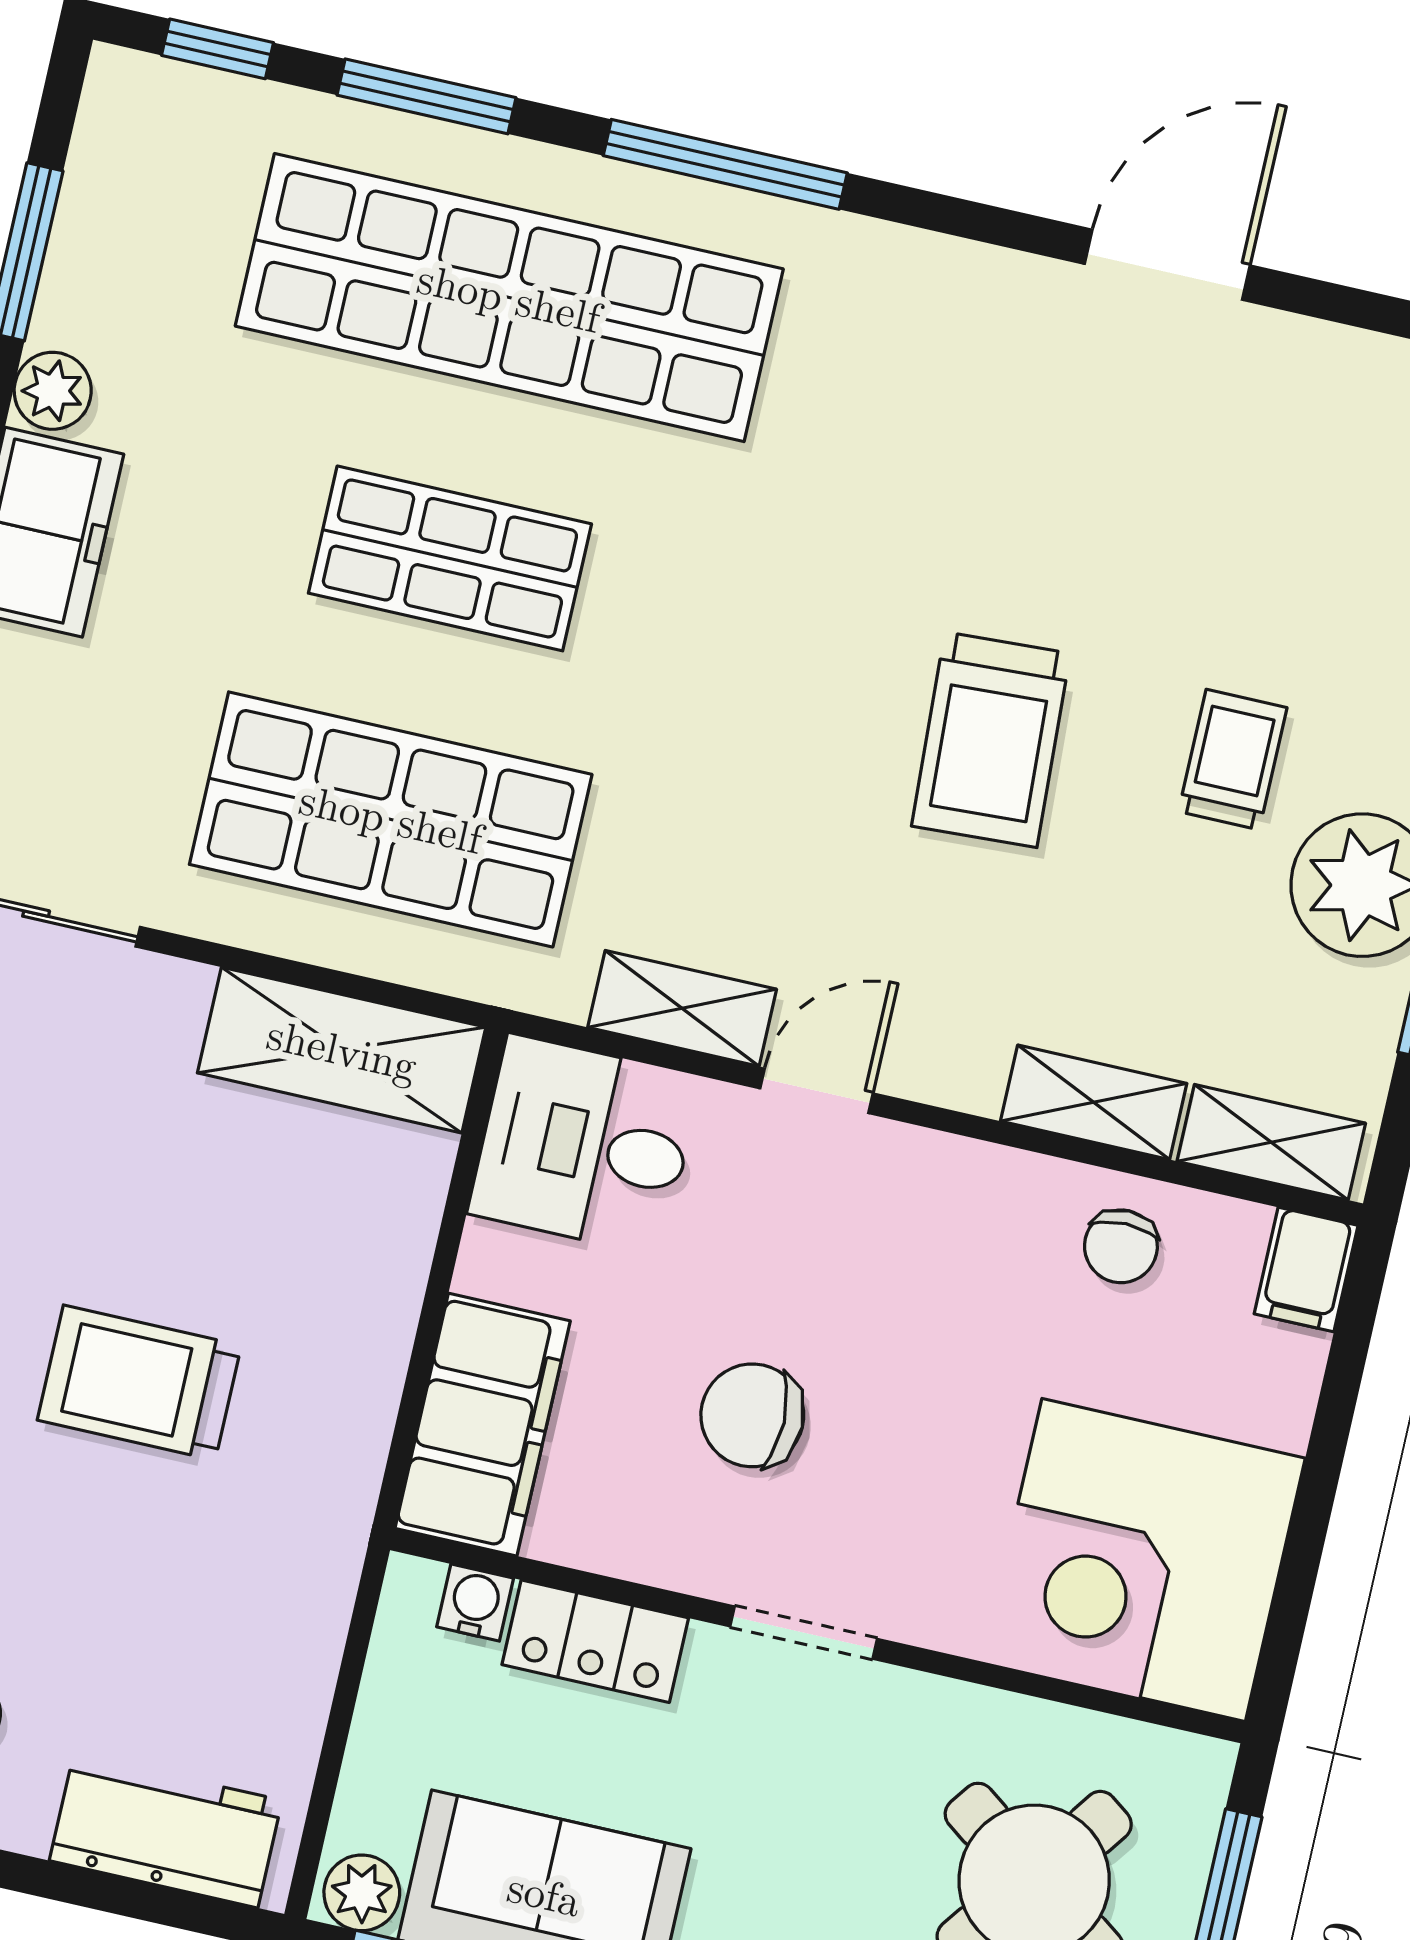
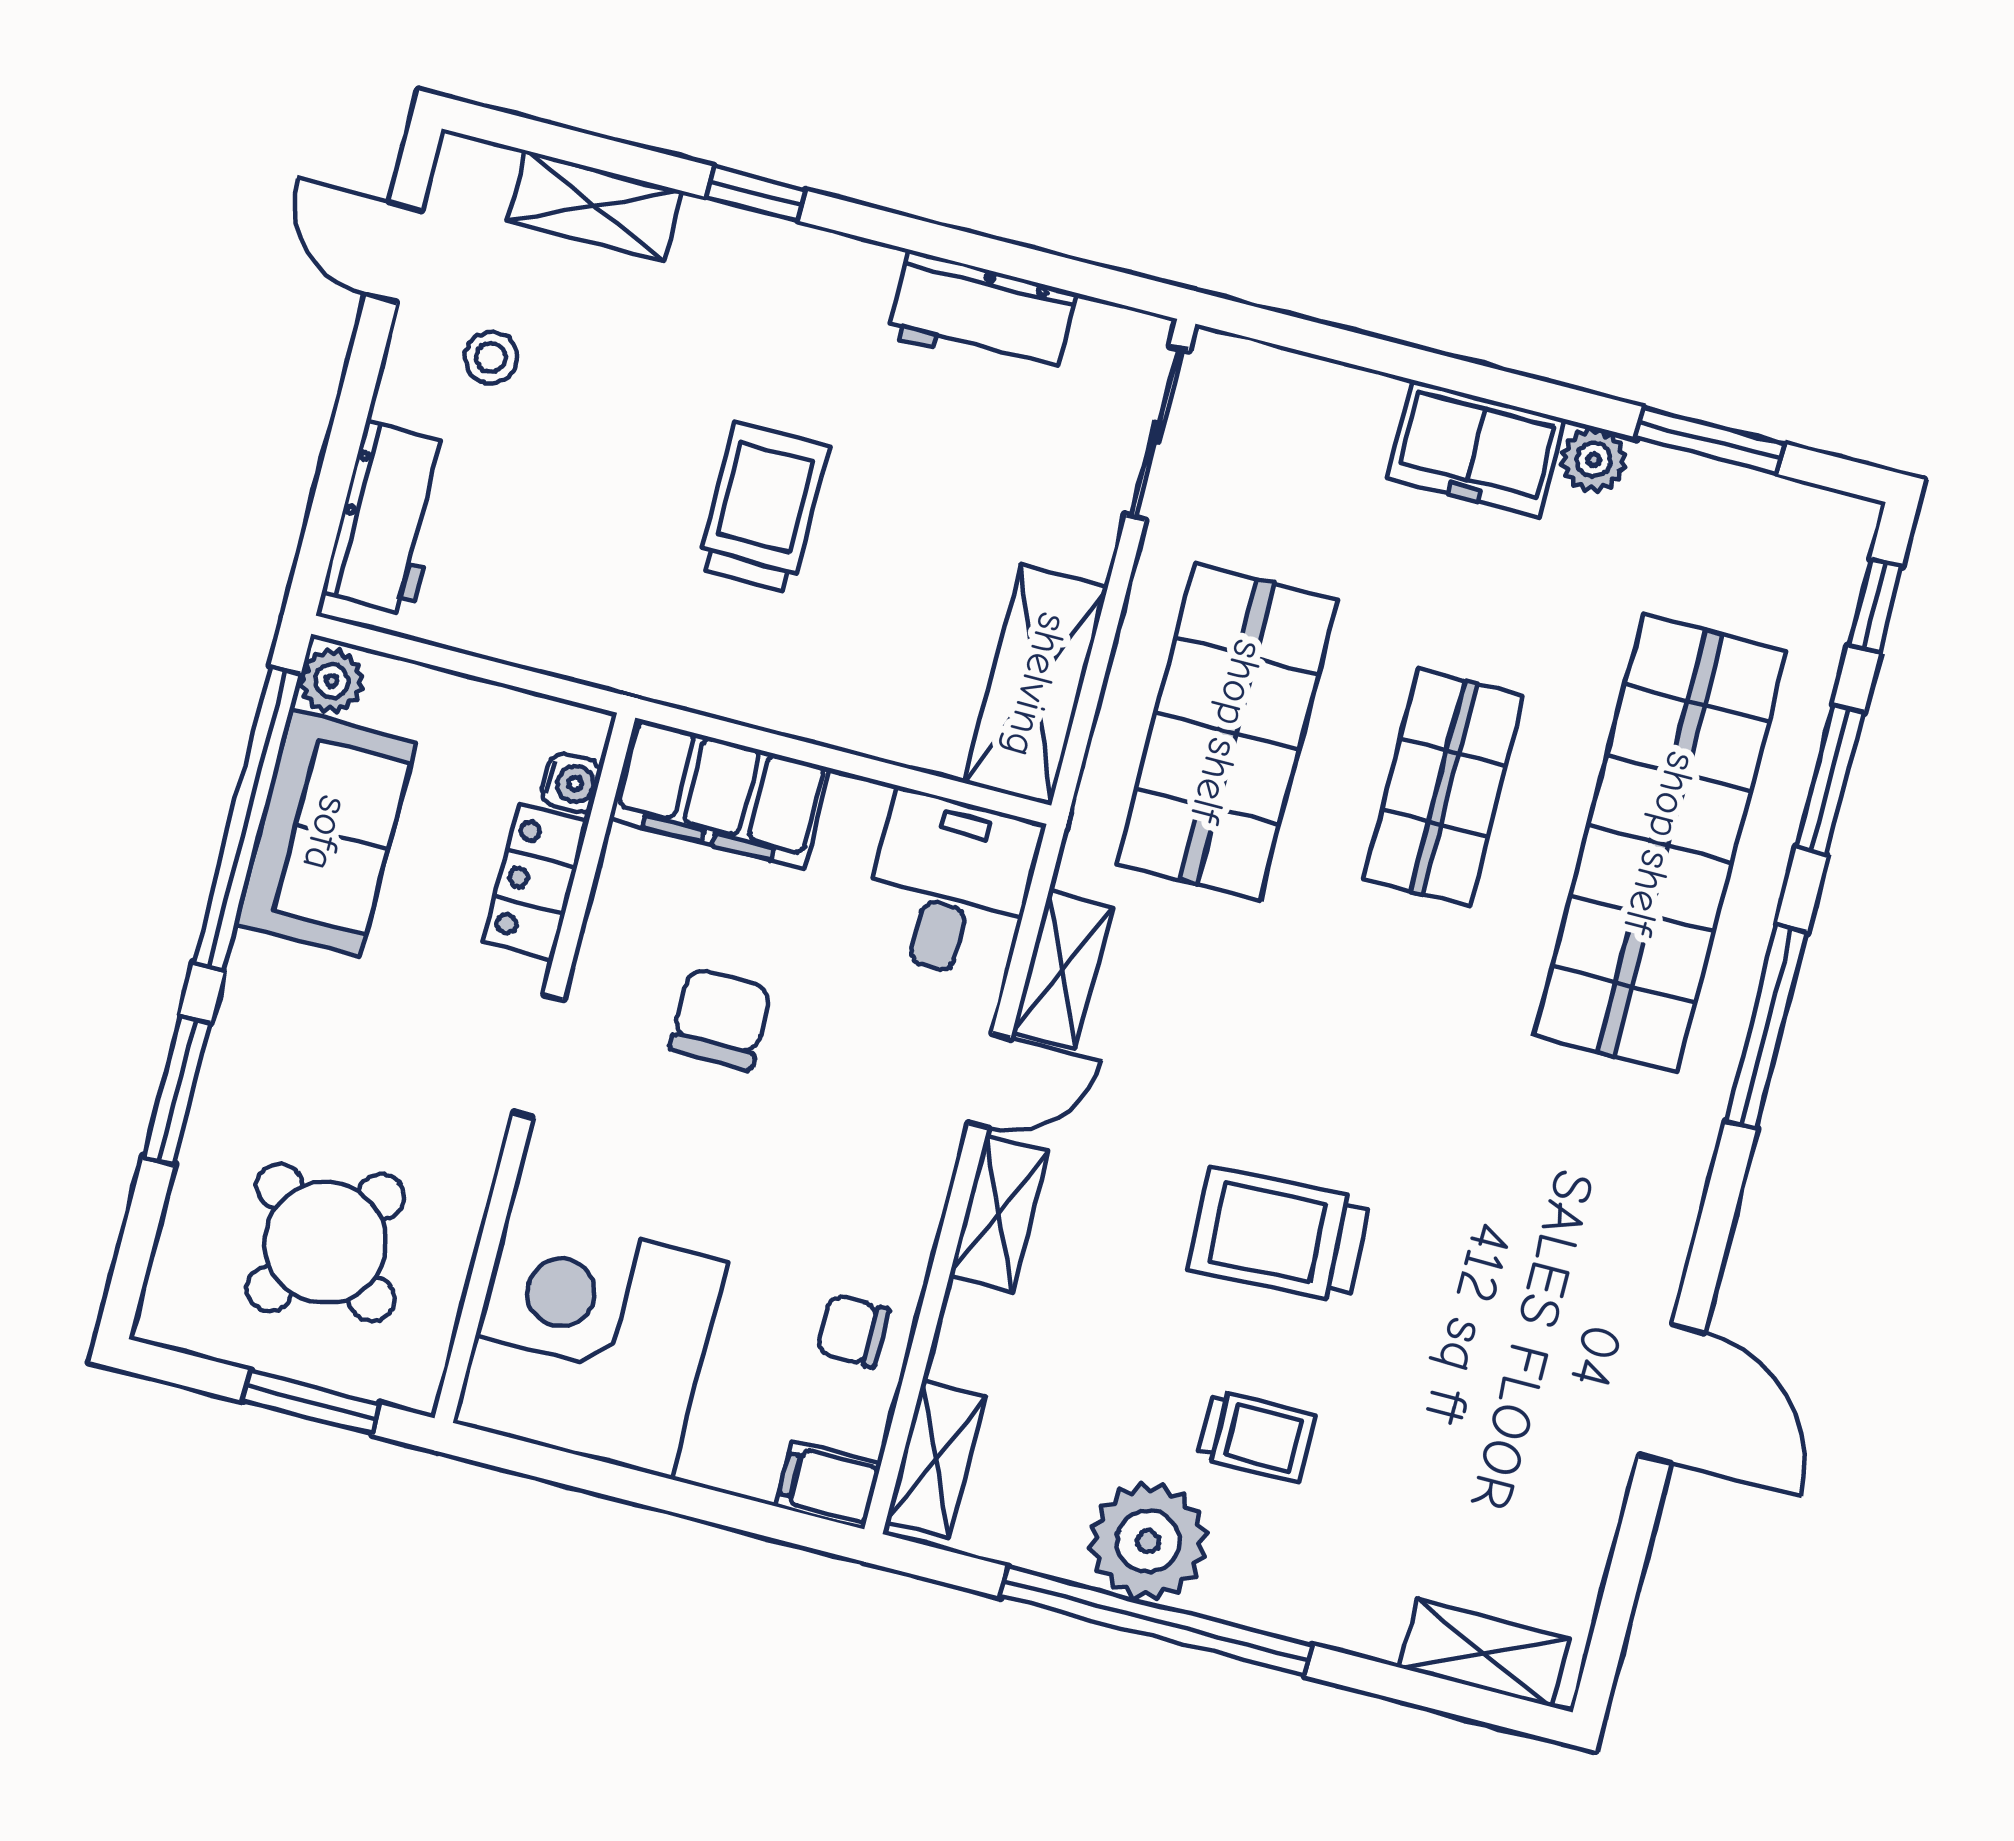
door: (817, 1091) -> (990, 1080), hinge flipped
shelving: (1094, 1102) -> (999, 1213), moved

